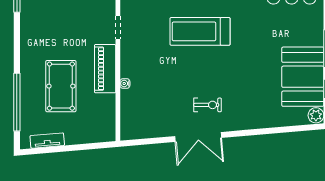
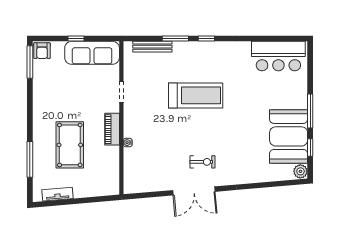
treadmill: (200, 31) -> (196, 95), turned 180
piano: (105, 69) -> (112, 129), width x0.73, depth x0.75
window: (17, 102) -> (30, 159), width x0.68

